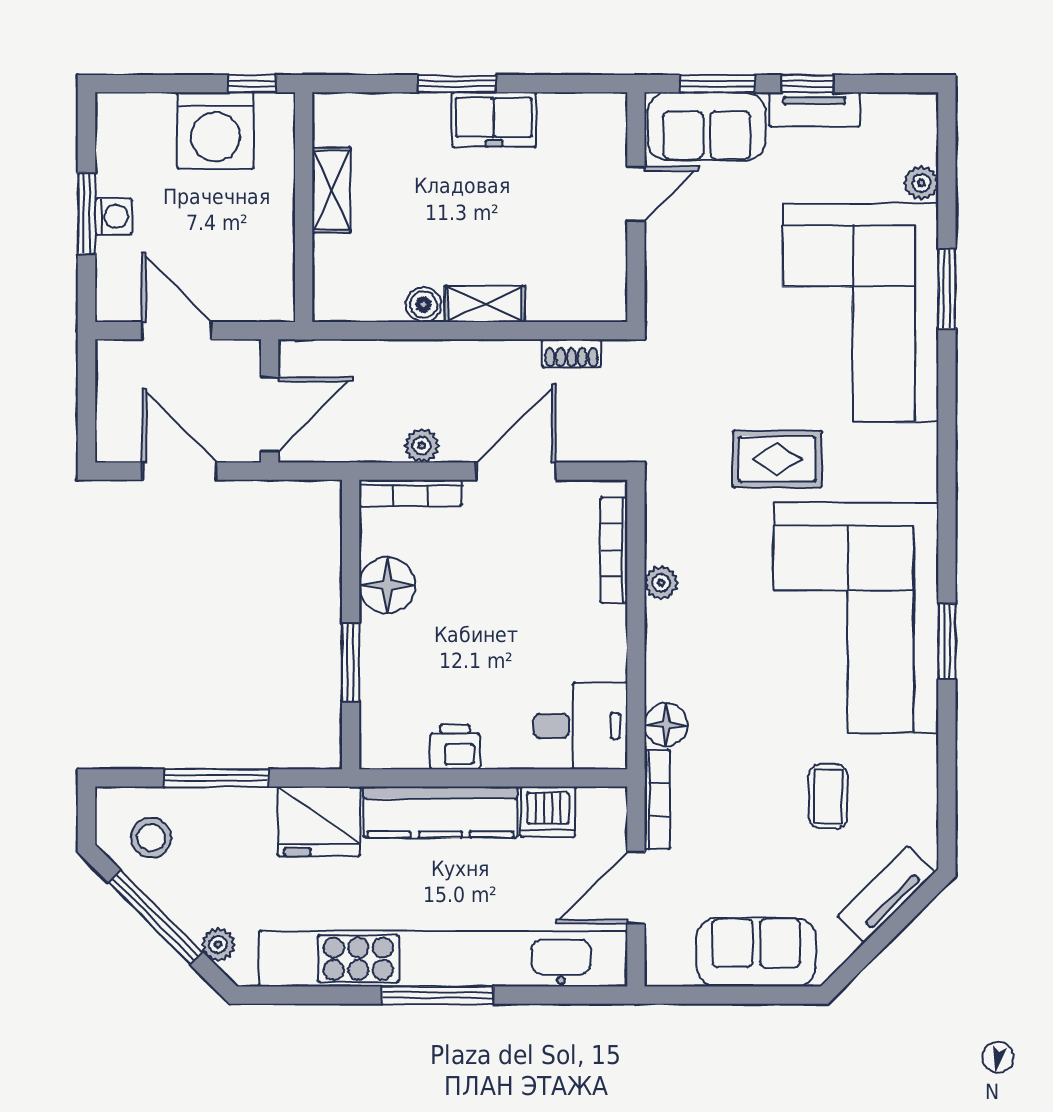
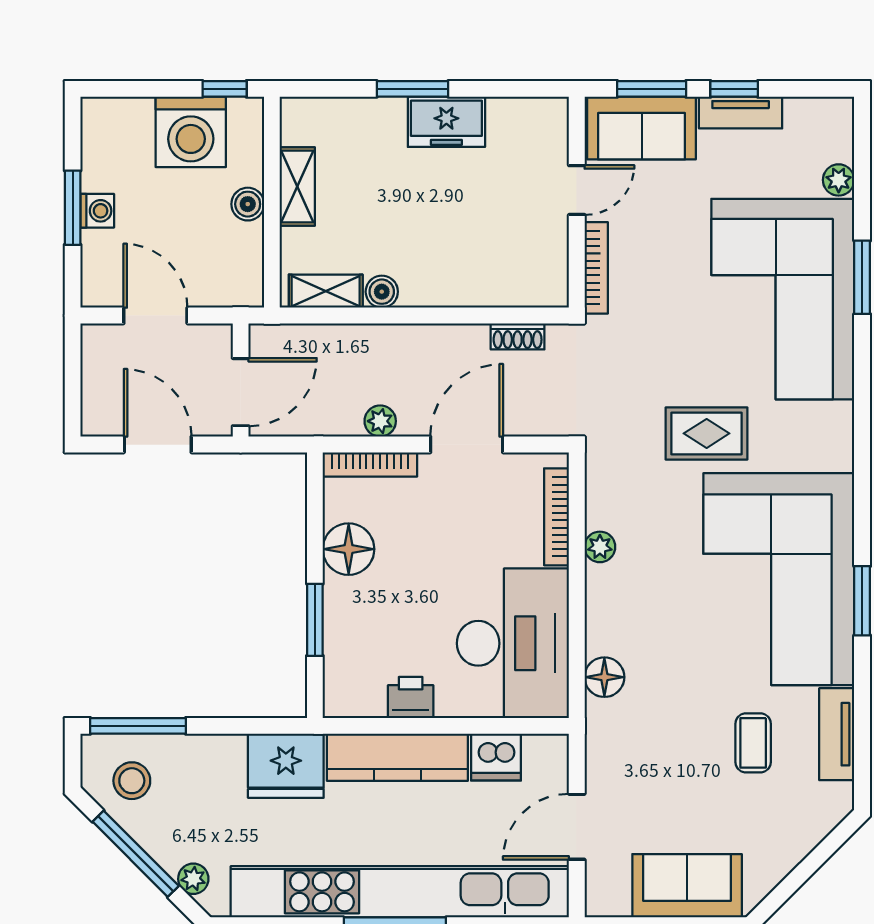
boiler: (277, 209) -> (248, 204), added
shelving: (485, 304) -> (326, 291), moved
desk: (580, 726) -> (513, 643), width x1.87, depth x1.30
window: (216, 778) -> (138, 726), moved
bookcase: (657, 800) -> (596, 268), moved
tv unit: (886, 894) -> (837, 734), moved, turned -45

